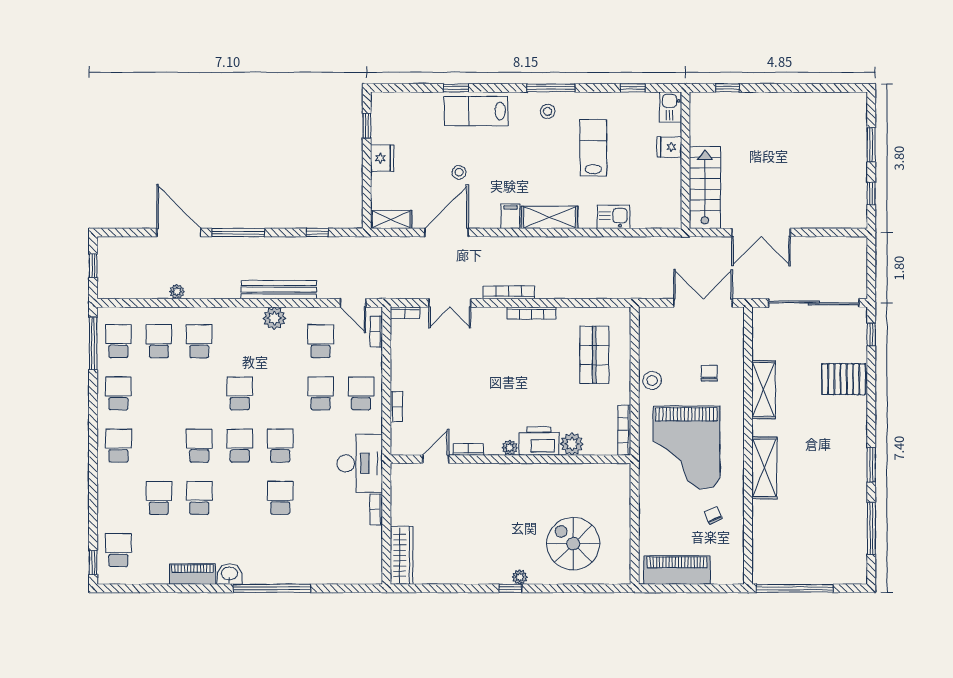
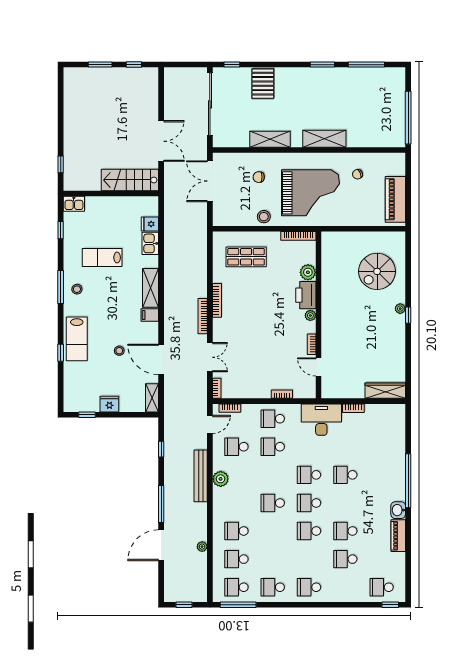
fridge: (669, 147) -> (150, 224), moved, turned 90

